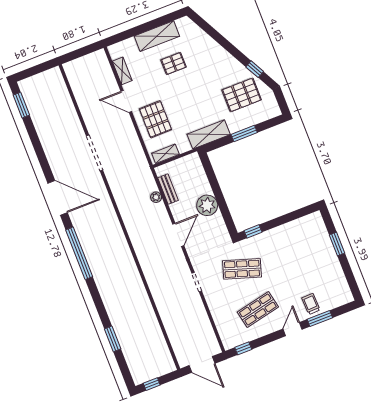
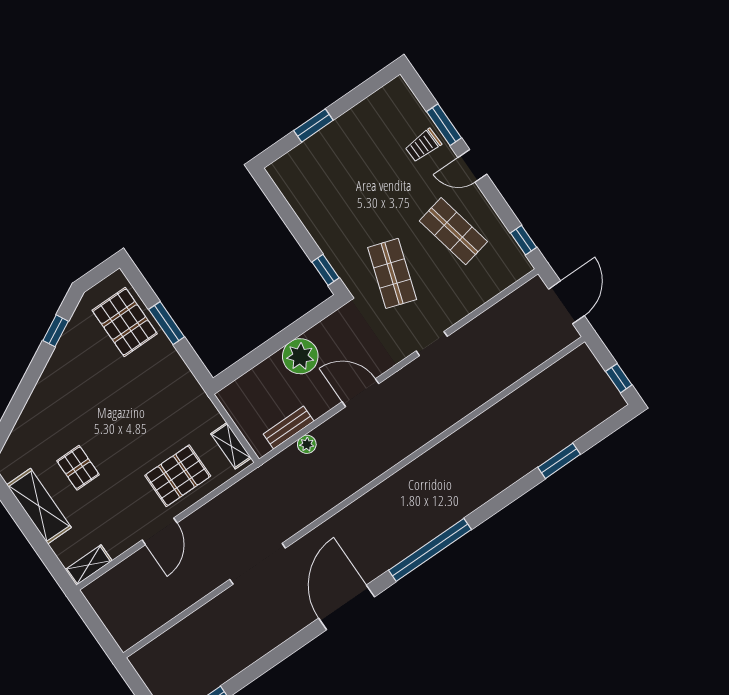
shelving: (122, 71) -> (89, 565), moved
pallet: (242, 95) -> (125, 322), moved
shelving: (209, 134) -> (182, 382), removed

